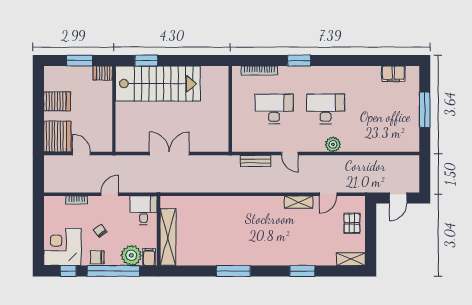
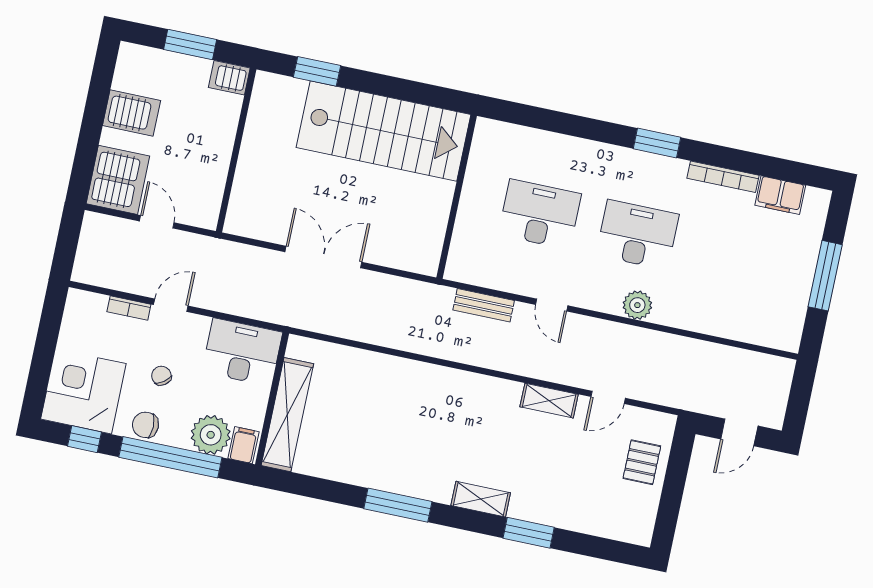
window: (299, 61) -> (657, 143), moved
bookcase: (259, 71) -> (723, 177), moved
stairs: (158, 84) -> (383, 131), moved
door: (110, 194) -> (171, 305), moved
desk: (143, 210) -> (242, 352), width x1.37
shelving: (351, 259) -> (481, 499), moved

